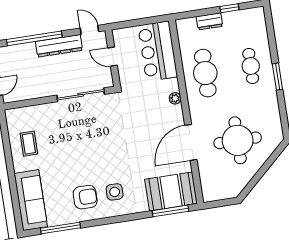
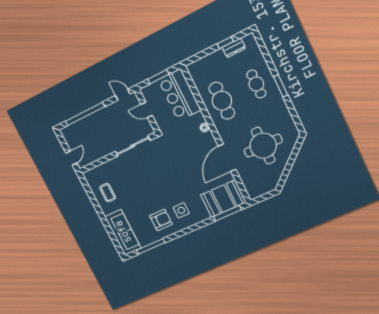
dresser: (210, 21) -> (234, 48), moved
window: (139, 22) -> (158, 77), added
dresser: (59, 46) -> (104, 114), removed

